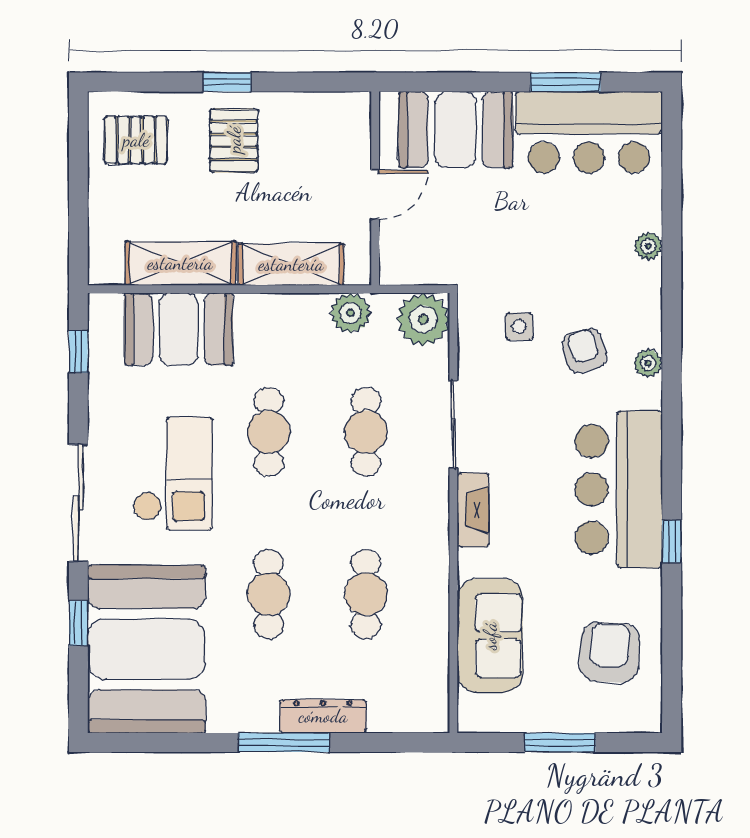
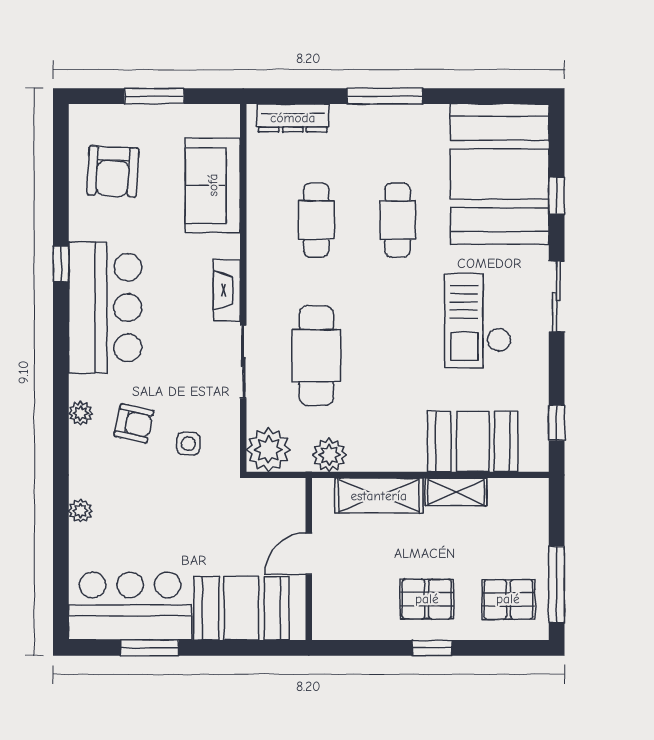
pallet: (234, 140) -> (427, 599), turned 90
window: (78, 158) -> (557, 585), added
shelving: (180, 263) -> (456, 492), width x0.67, depth x0.75
armchair: (584, 351) -> (134, 423), turned -61
cafe table: (269, 432) -> (398, 356), removed
cafe table: (366, 432) -> (316, 356), width x1.37, depth x1.35
sliding door: (78, 503) -> (557, 296), width x0.73
dresser: (323, 716) -> (293, 118), moved

